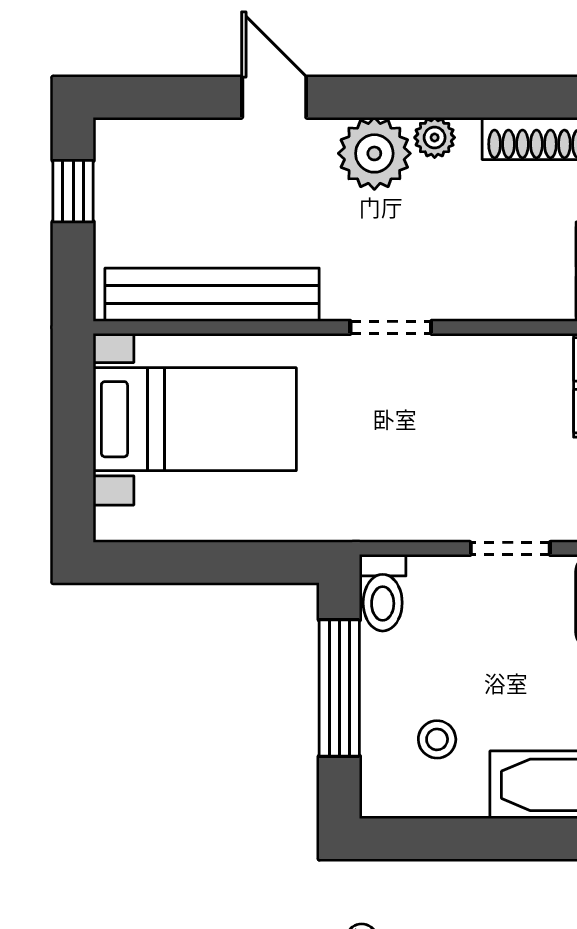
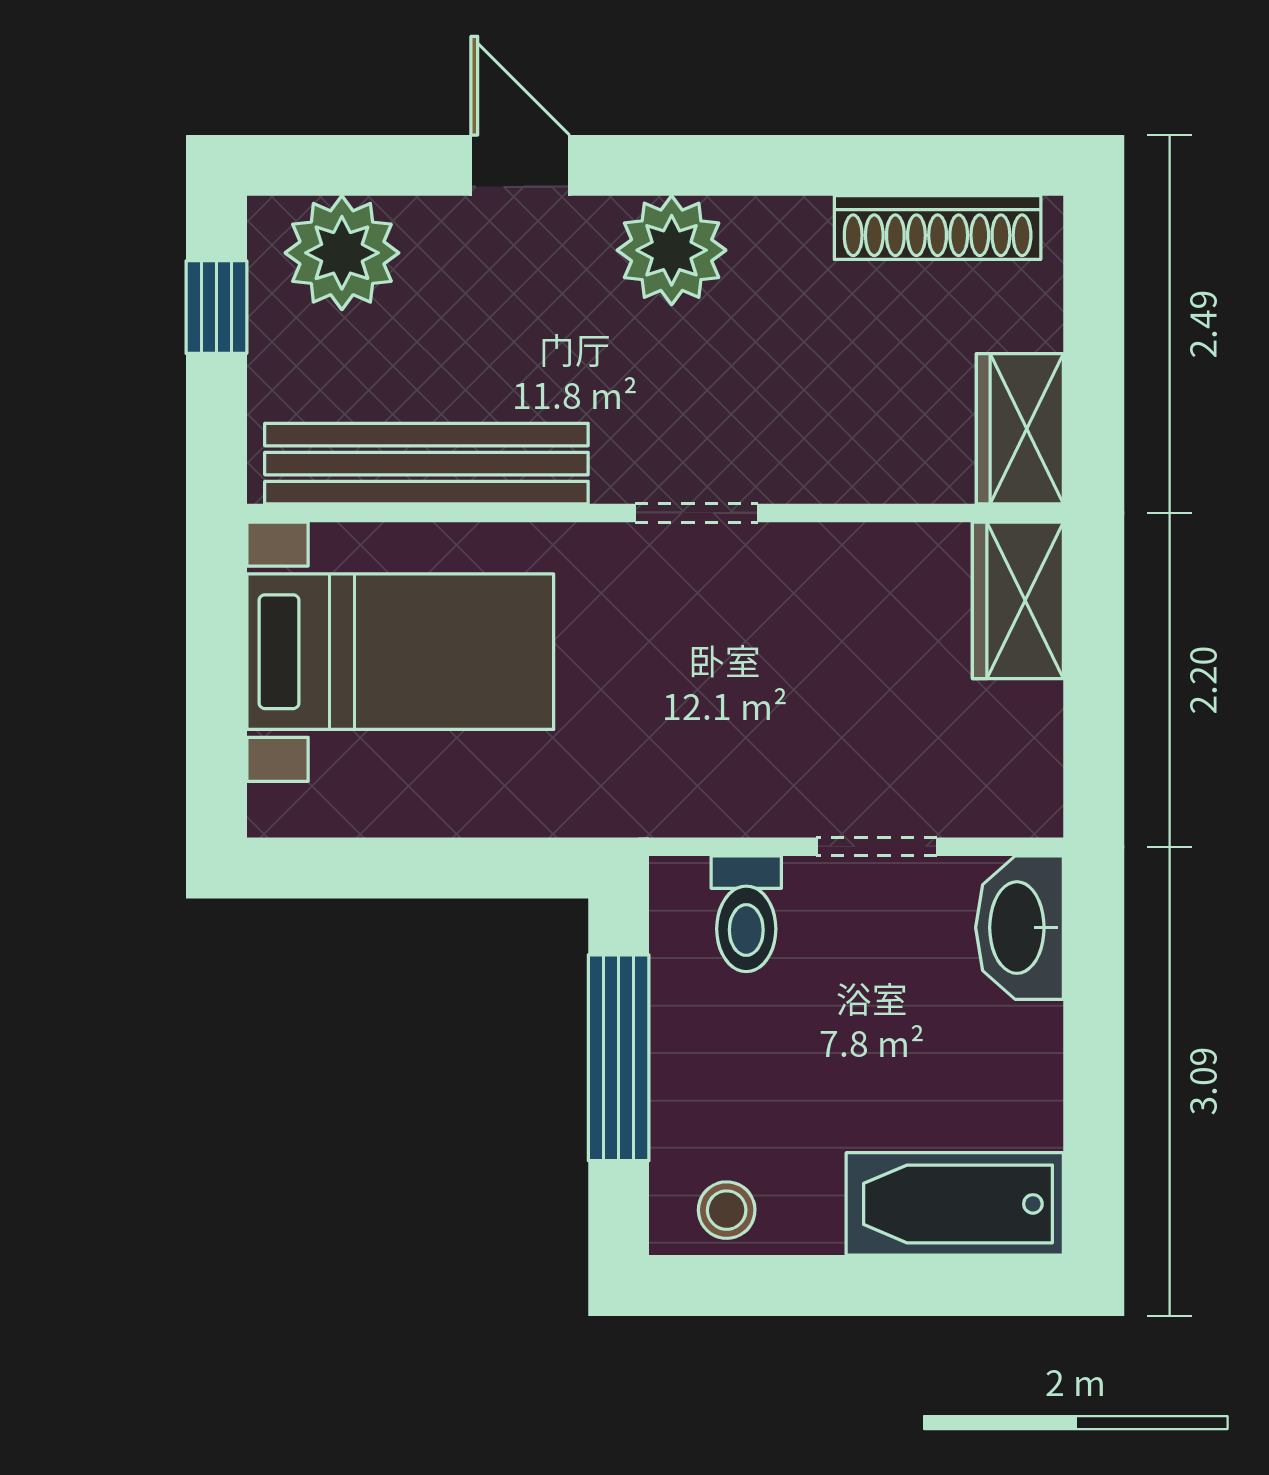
plant: (435, 138) -> (342, 253), moved, width x1.87, depth x1.87
toilet: (383, 593) -> (746, 914), moved
stool: (437, 739) -> (727, 1210), moved

